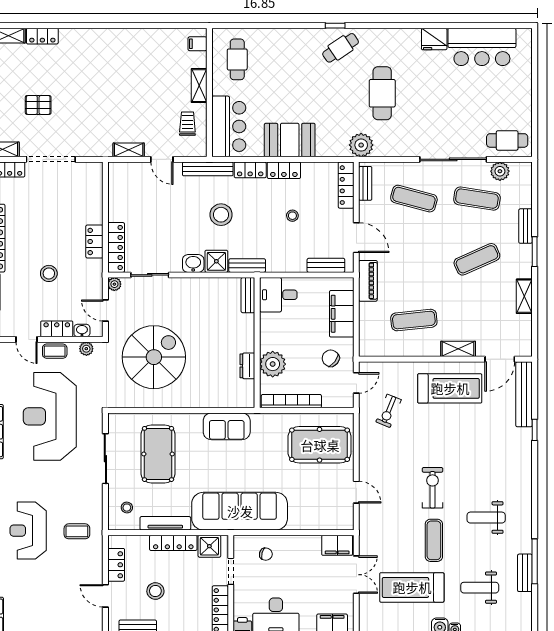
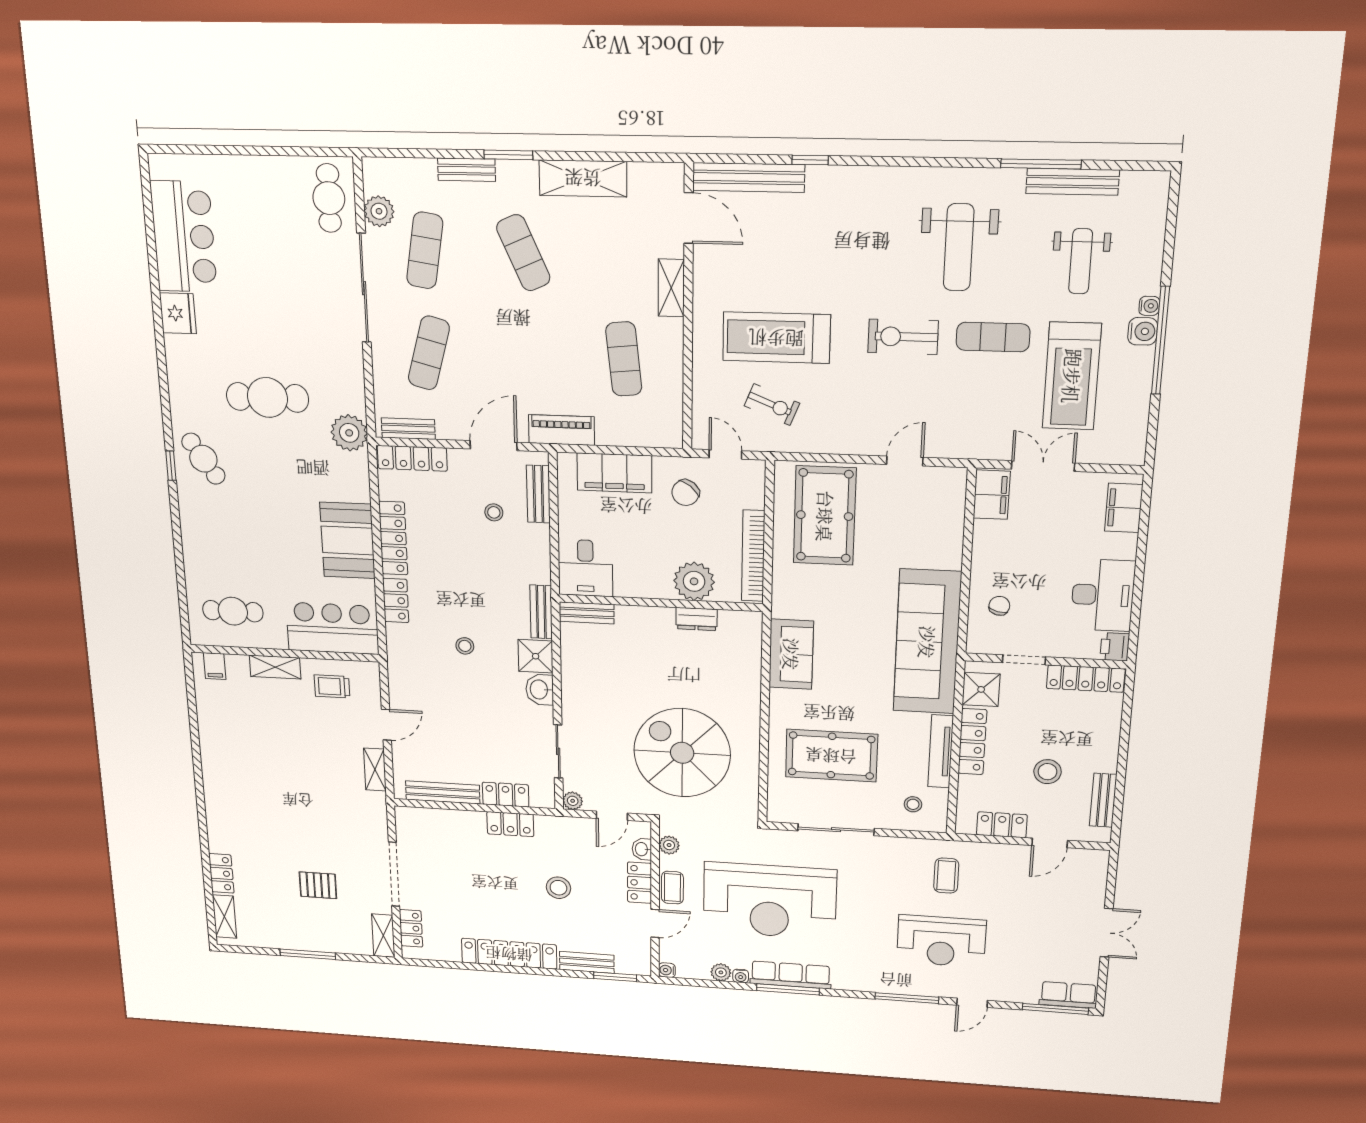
pallet: (38, 105) -> (318, 885), turned 90
bench: (208, 169) -> (443, 792), moved, turned 90
locker: (284, 170) -> (393, 538), width x1.53
stool: (221, 215) -> (465, 646), width x0.53, depth x0.53
stool: (292, 216) -> (494, 512), moved
locker: (116, 247) -> (506, 795), width x0.66
shelving: (524, 296) -> (583, 178), width x1.50, depth x1.33
treadmill: (450, 388) -> (776, 338), moved, turned -90
weight bench: (486, 518) -> (959, 247), width x1.36, depth x1.33
bench: (525, 573) -> (1072, 182), width x1.36

